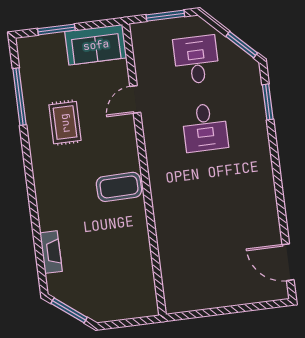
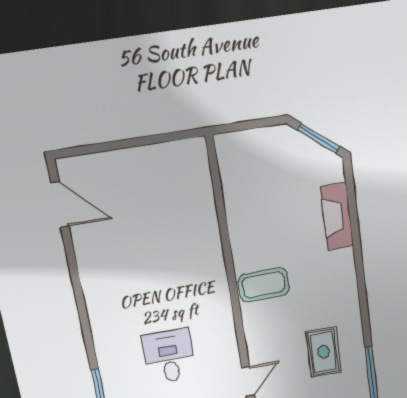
fireplace: (51, 252) -> (337, 216), width x1.37, depth x1.32

